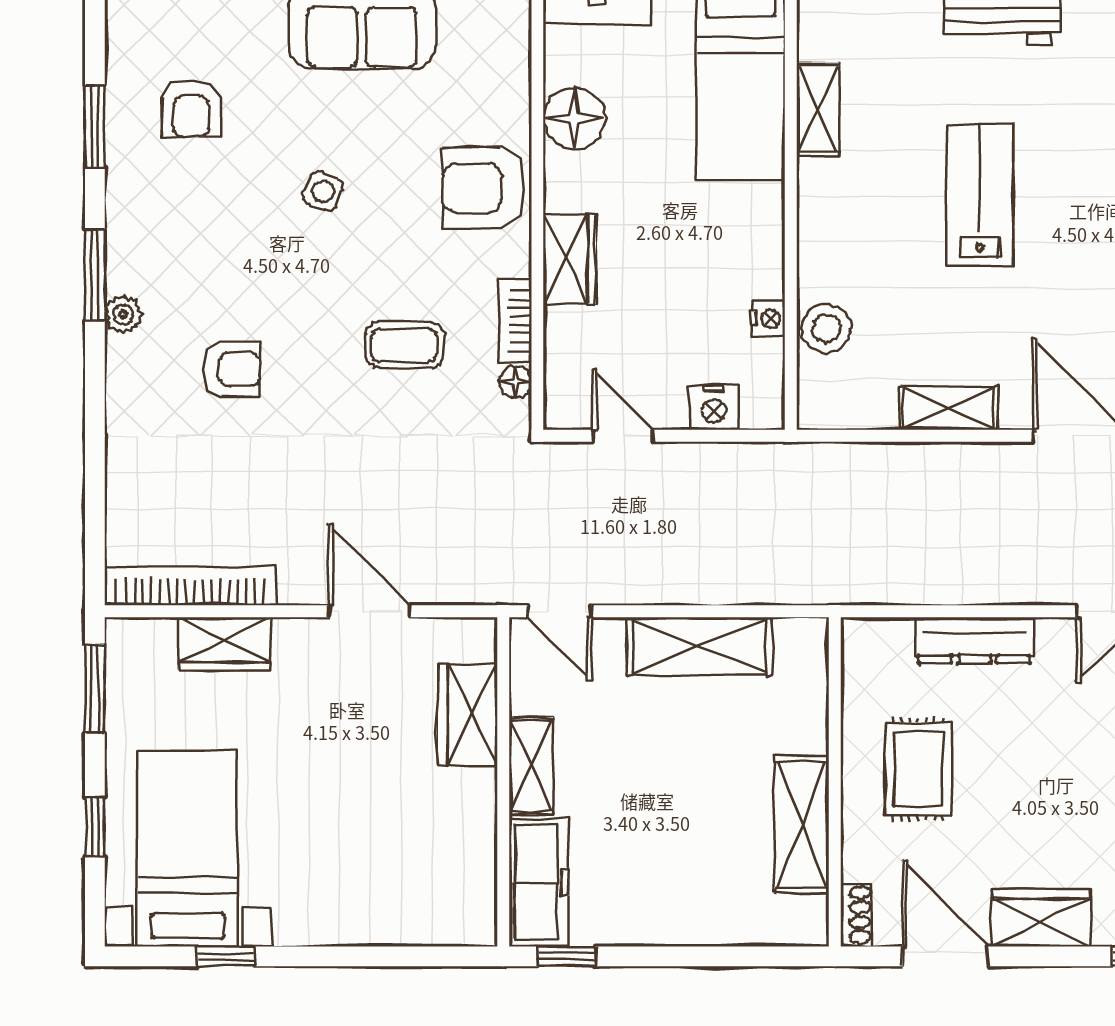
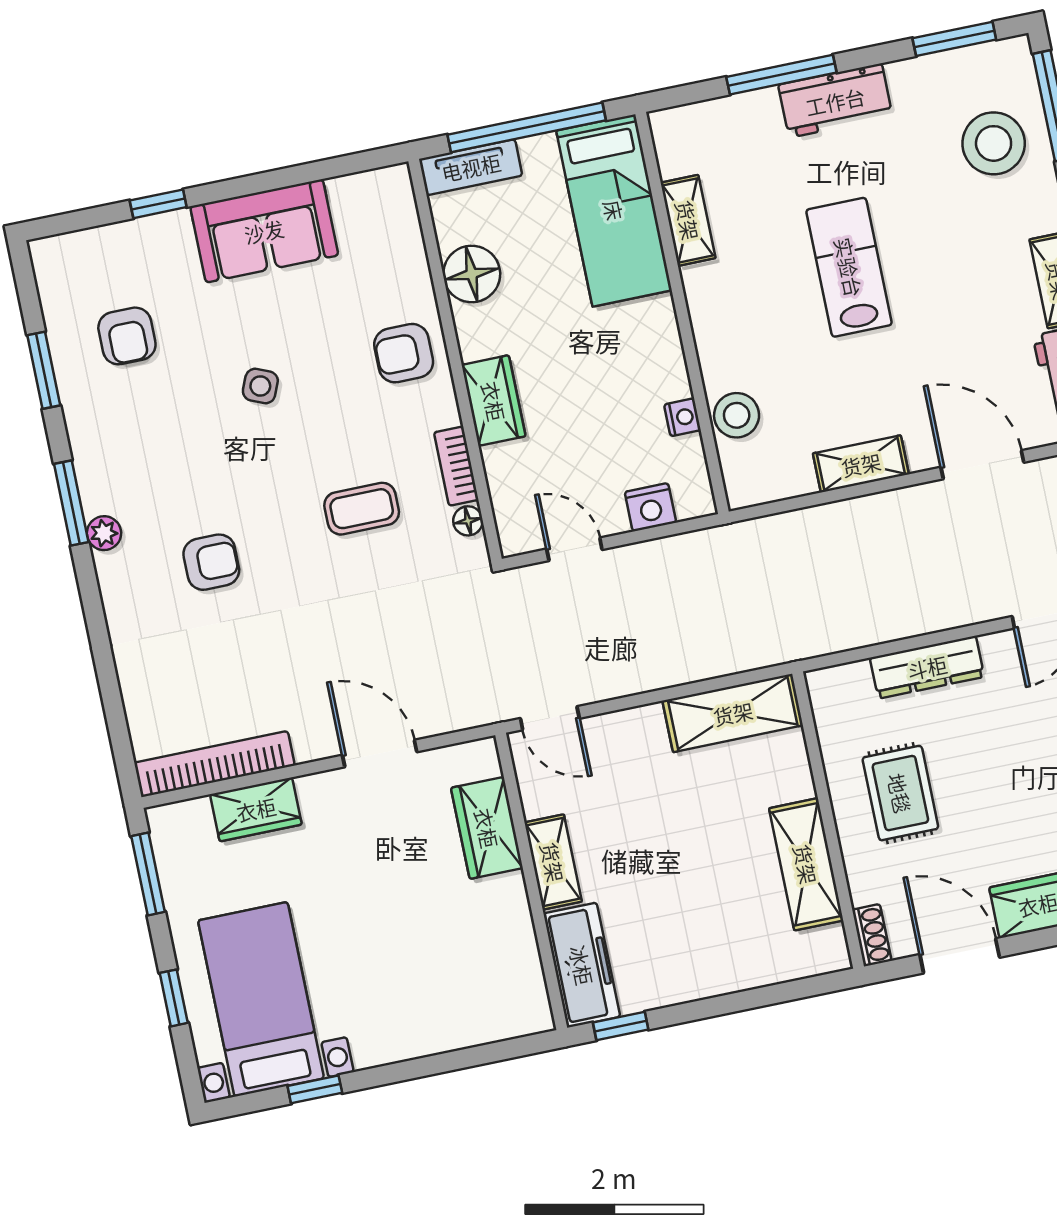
armchair: (484, 188) -> (404, 353), width x0.72, depth x0.72
shelving: (699, 646) -> (733, 713), moved

